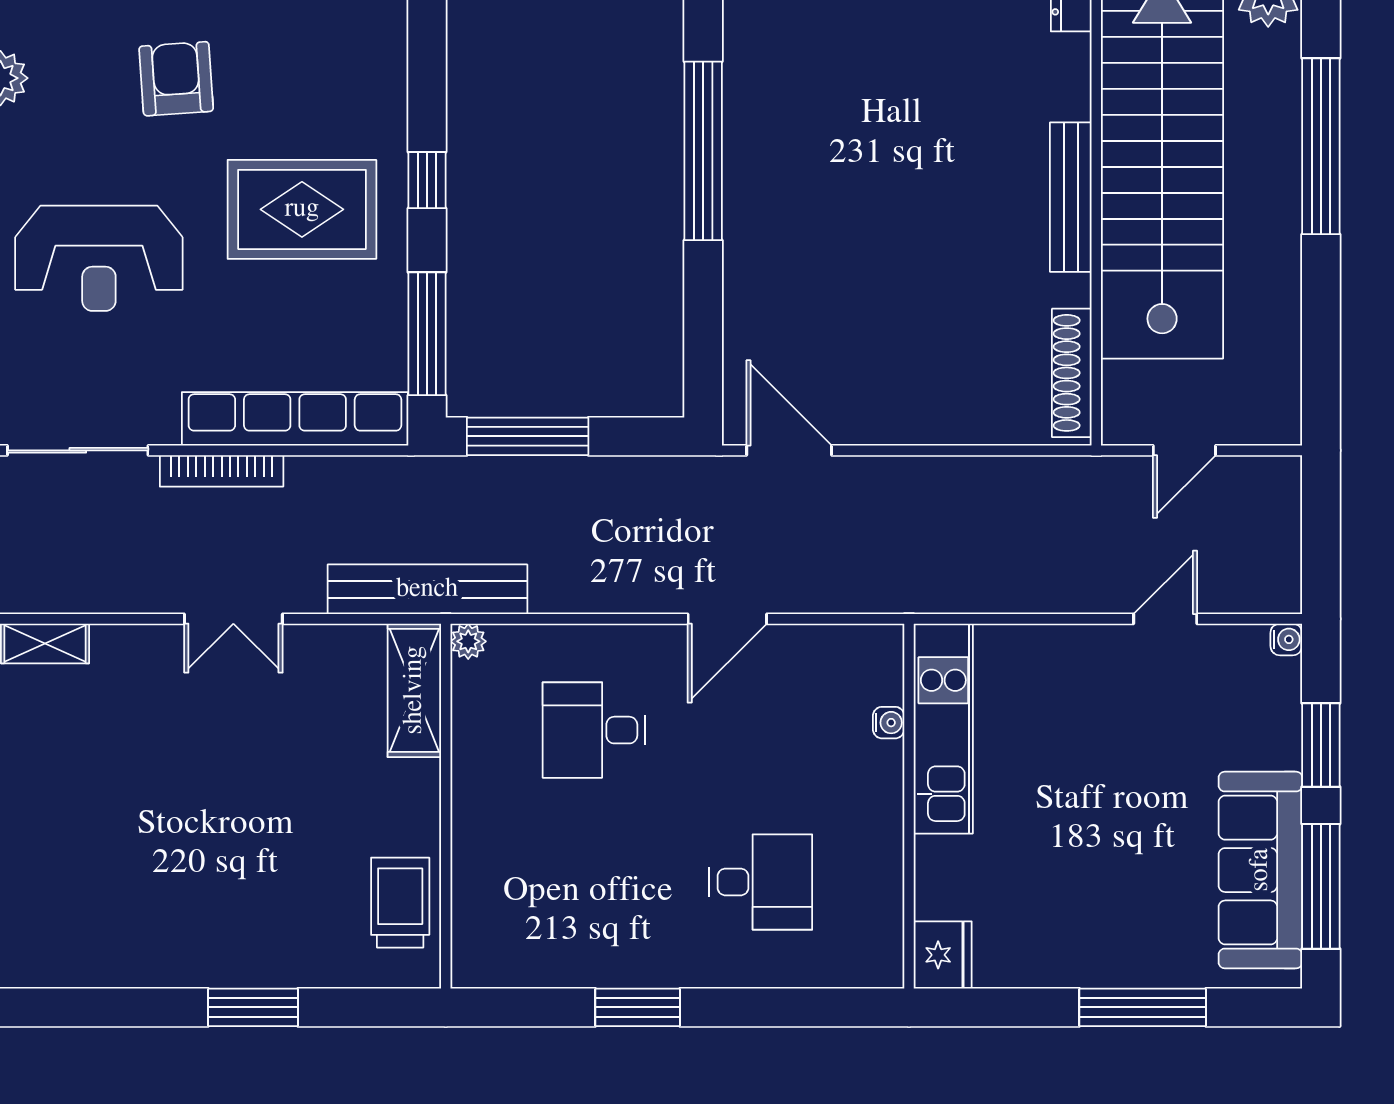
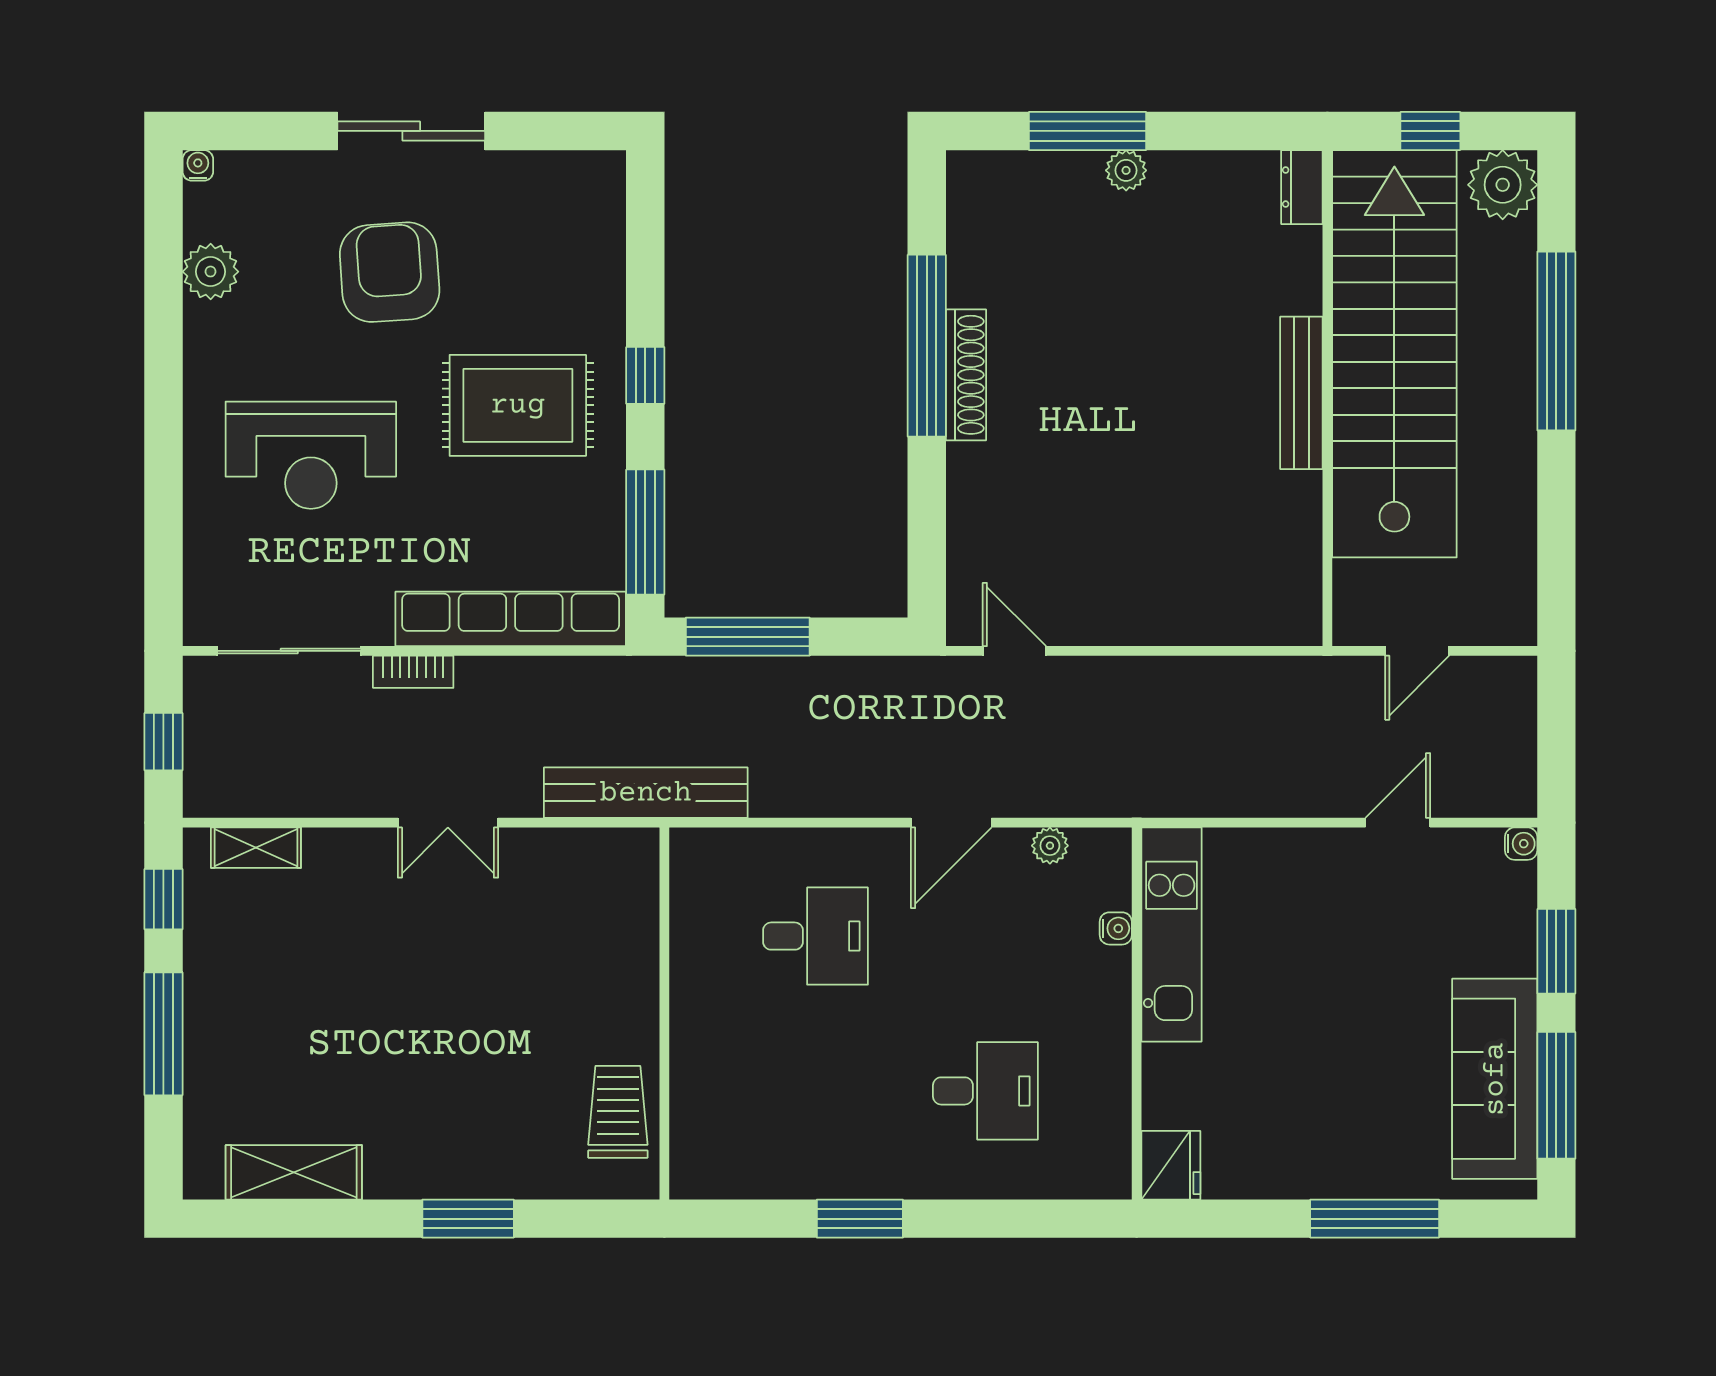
armchair: (176, 79) -> (390, 272), width x1.36, depth x1.36
shoe rack: (1072, 373) -> (966, 375), moved, turned 180
door: (789, 450) -> (1014, 651), width x0.73
bookcase: (222, 471) -> (413, 672), width x0.64
plant: (468, 641) -> (1050, 846), moved
shelving: (414, 690) -> (294, 1172), moved, turned 90
desk: (594, 730) -> (815, 936), turned 180

